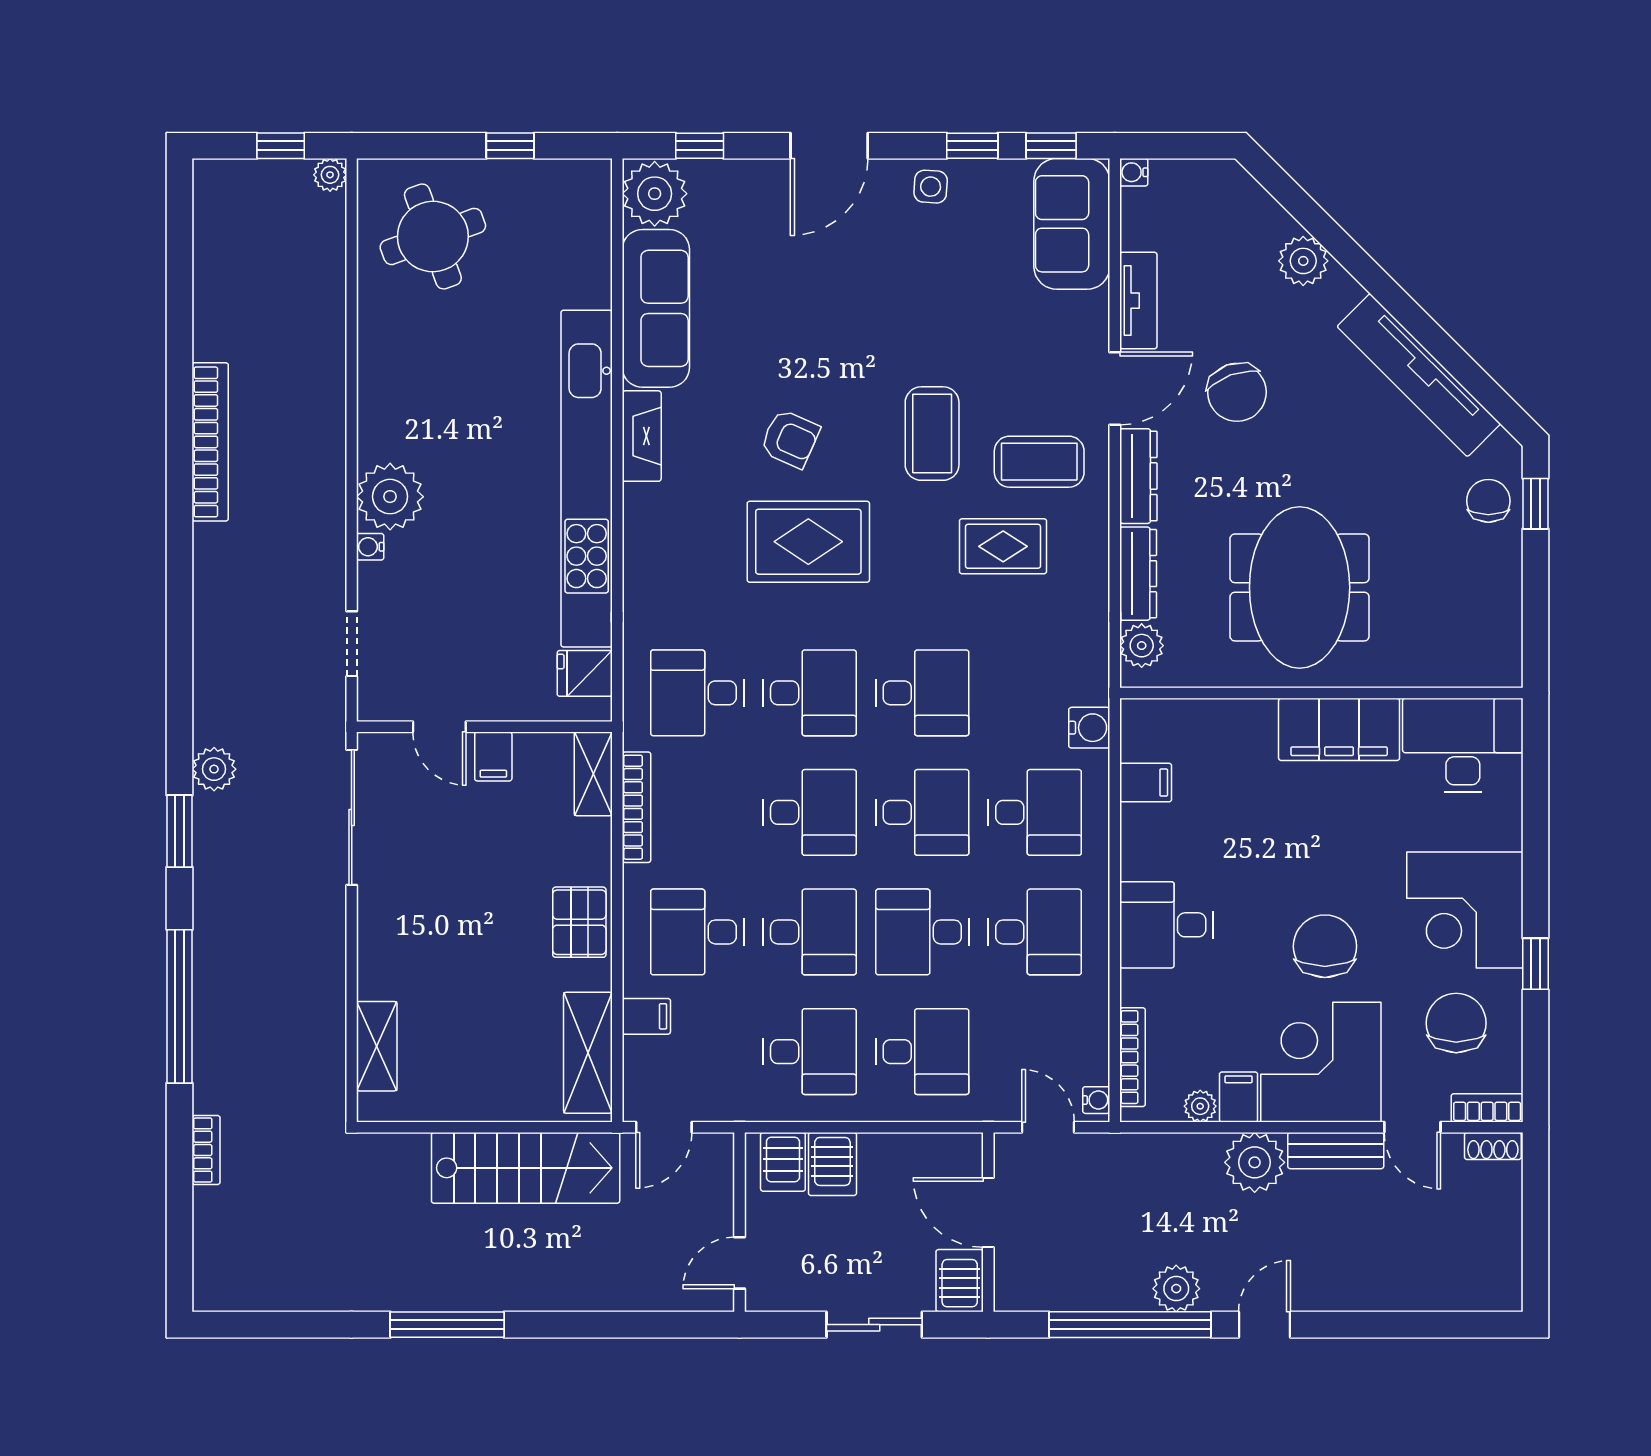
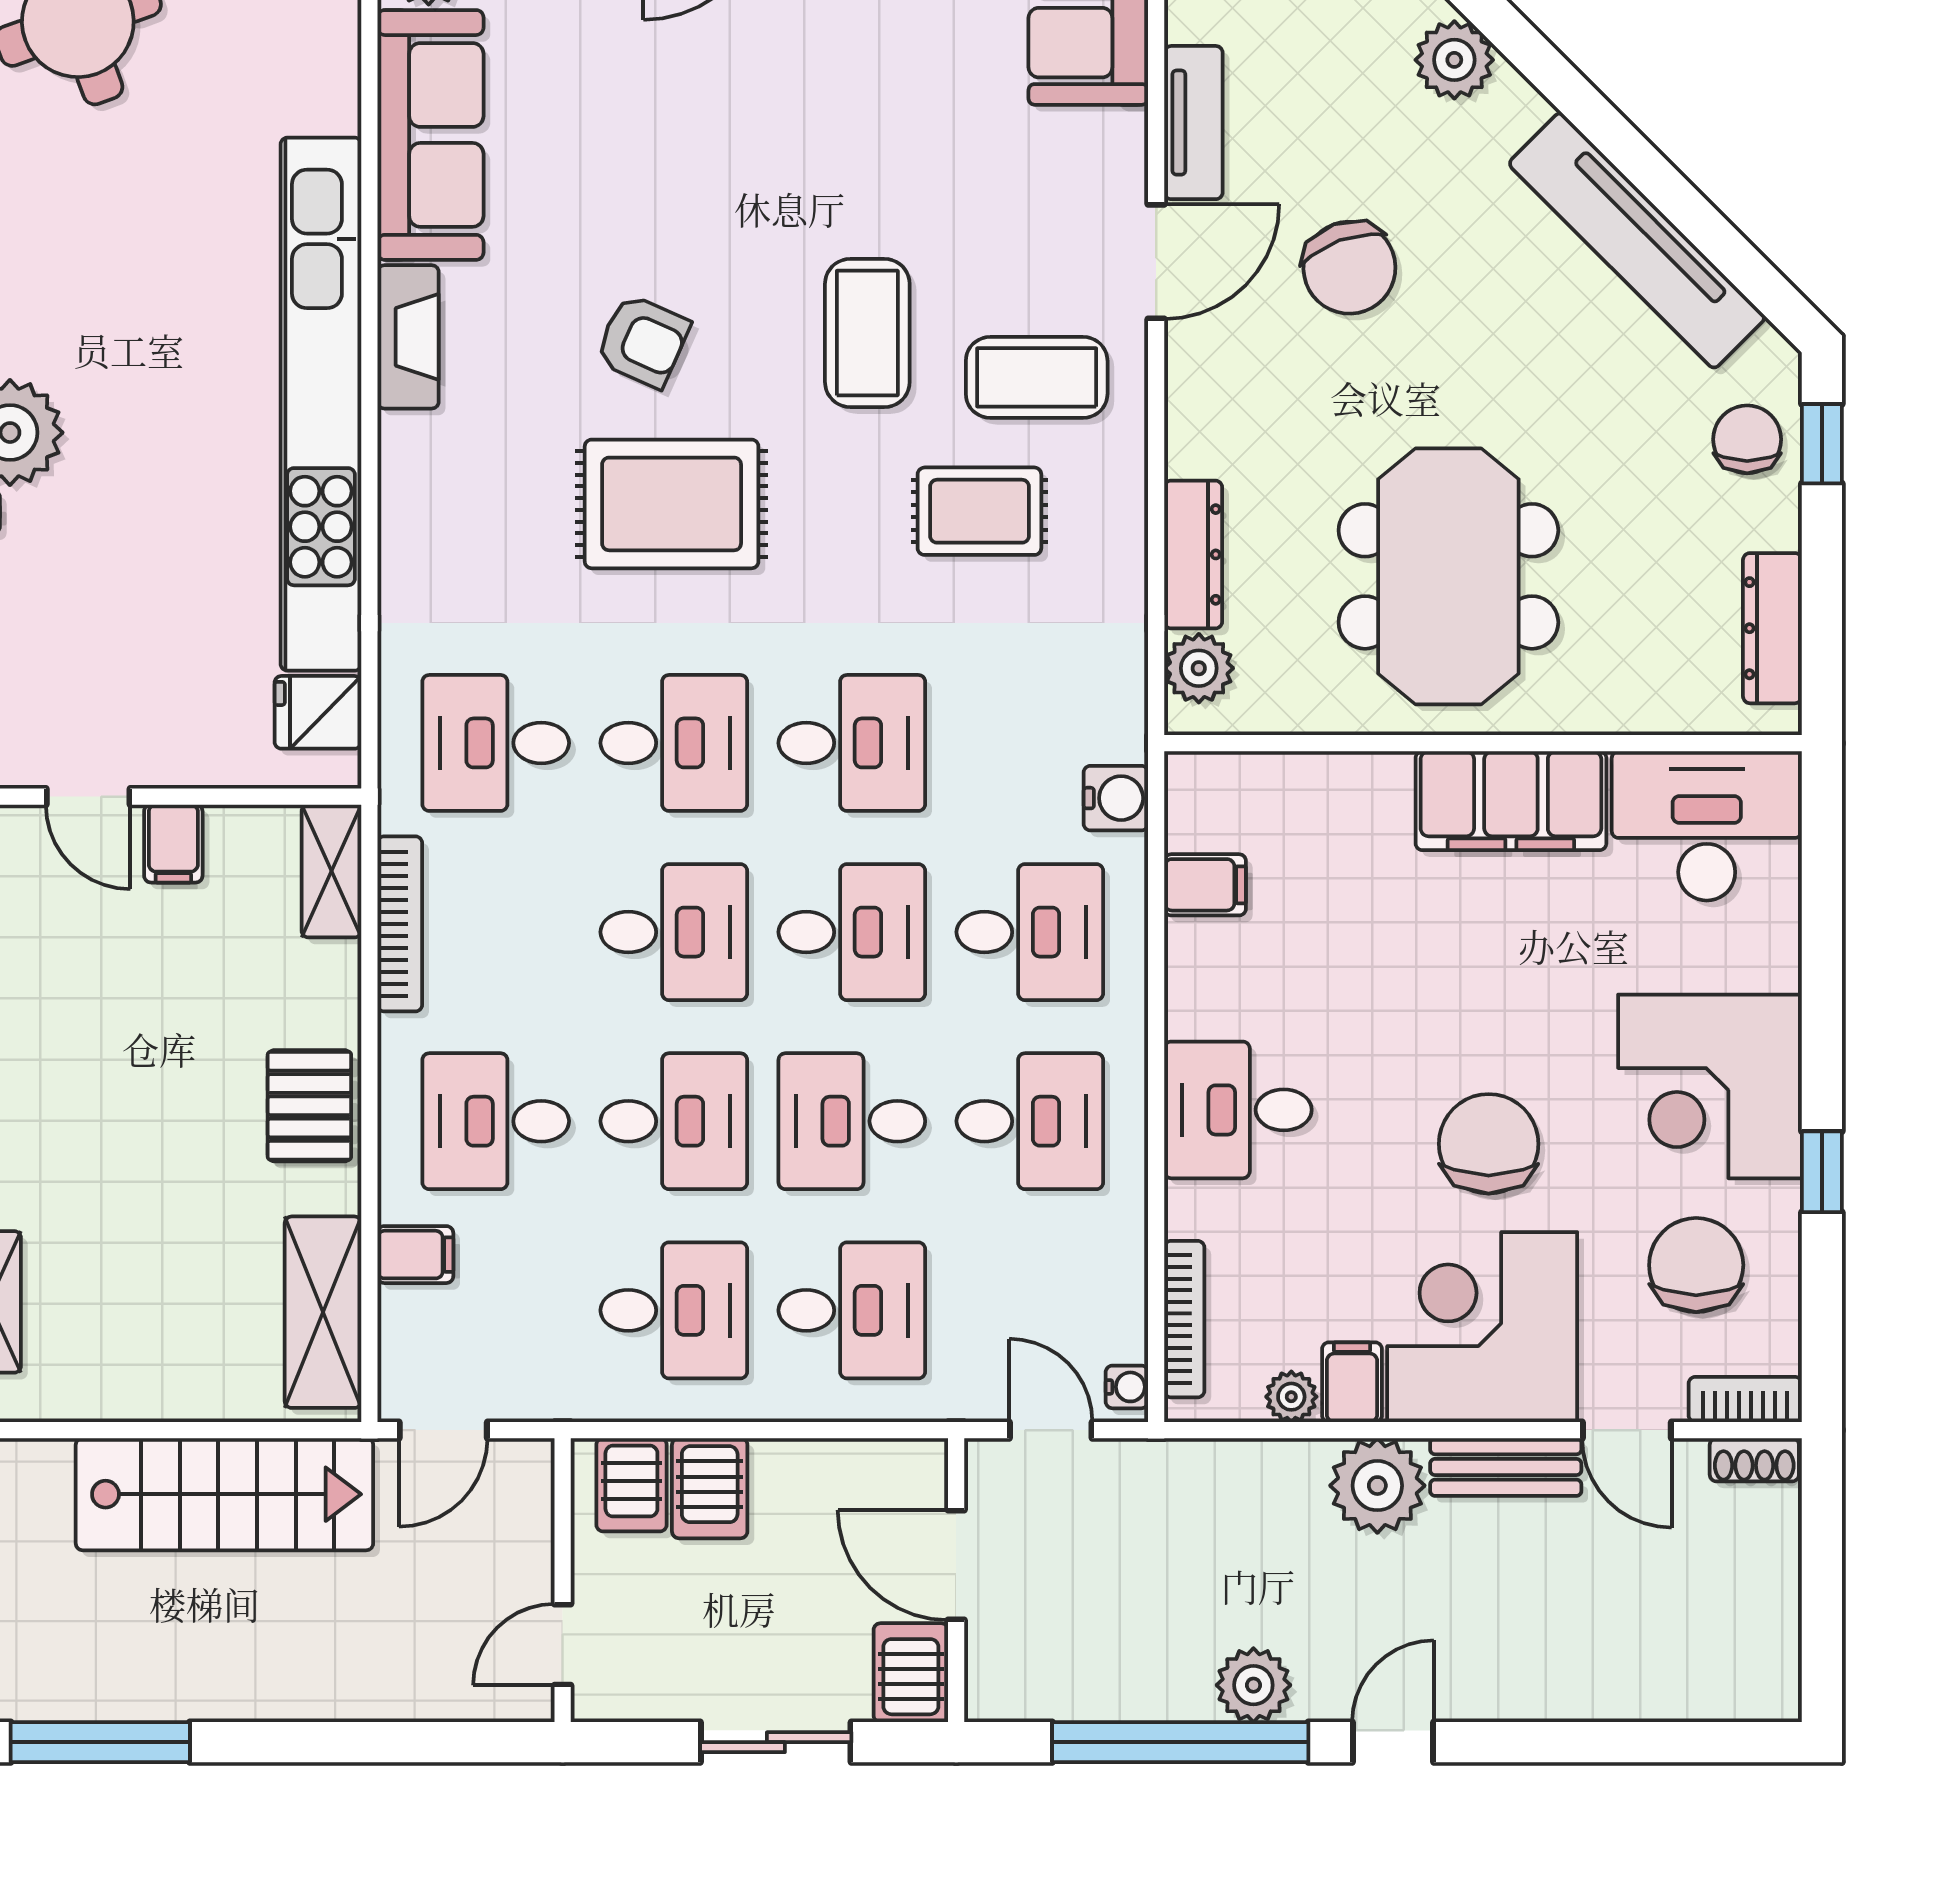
dresser: (1138, 476) -> (1772, 628), moved, turned 180

